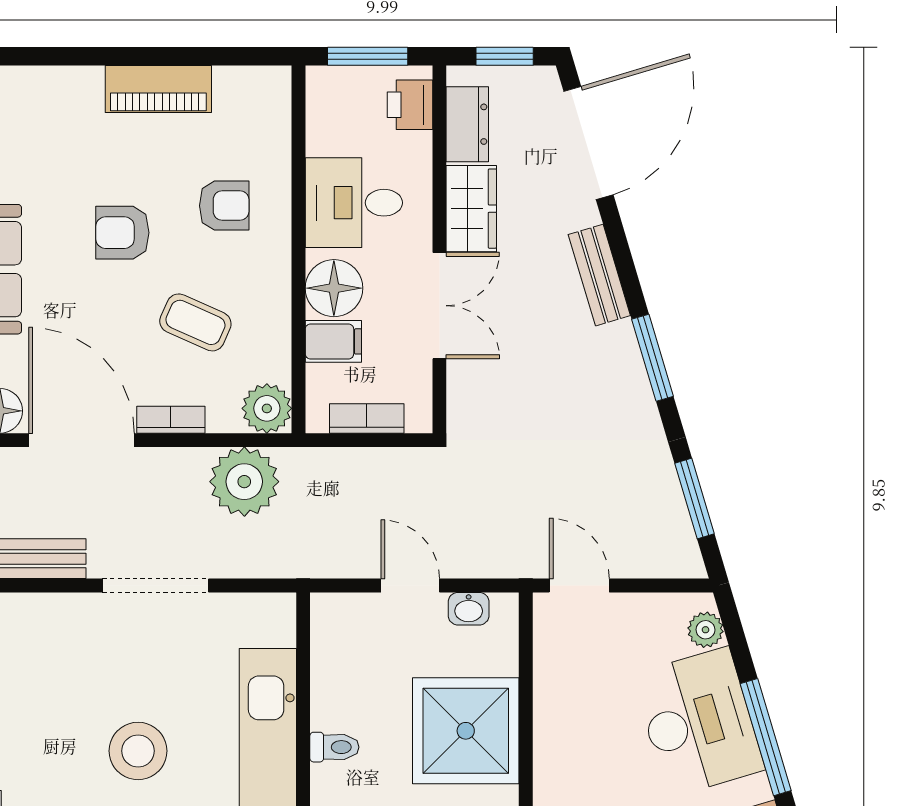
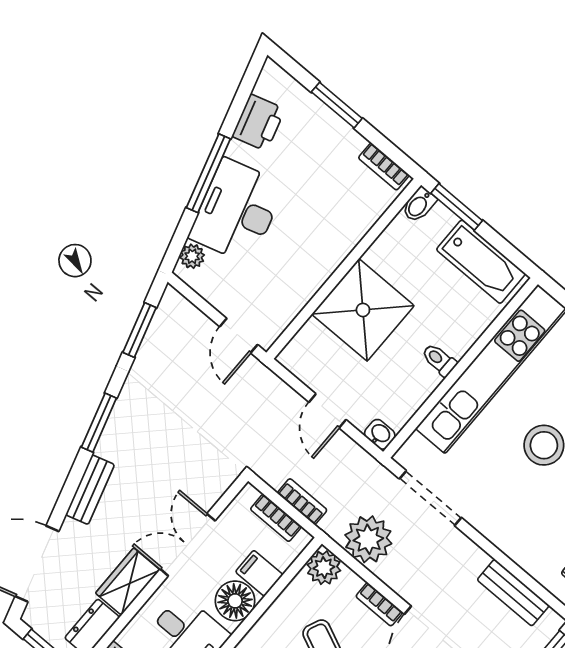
bookcase: (353, 461) -> (302, 501), added
doorway: (155, 586) -> (430, 498), moved
washbasin: (469, 609) -> (380, 434), moved

